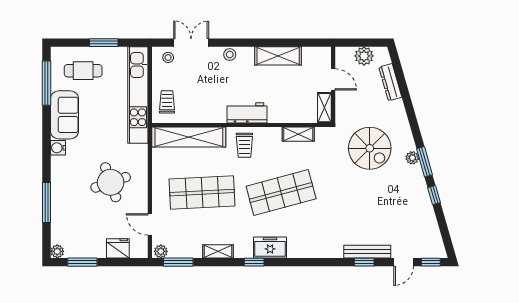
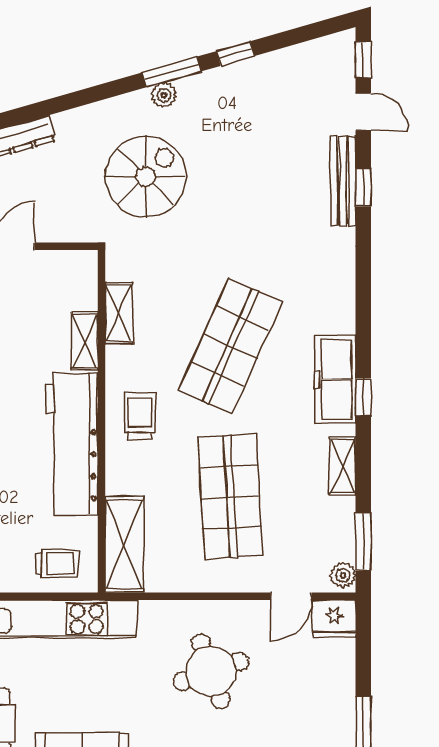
trolley: (167, 102) -> (57, 563), turned 180
shelving: (324, 108) -> (85, 341), moved, turned 90
workbench: (247, 113) -> (72, 444), width x1.88, depth x1.32
shelving: (189, 137) -> (124, 544), width x0.68
trolley: (244, 145) -> (140, 416), turned -90
shop shelf: (281, 193) -> (230, 346), turned 39
freezer: (270, 247) -> (335, 379), width x1.40
fridge: (118, 248) -> (334, 619), moved, turned -90

